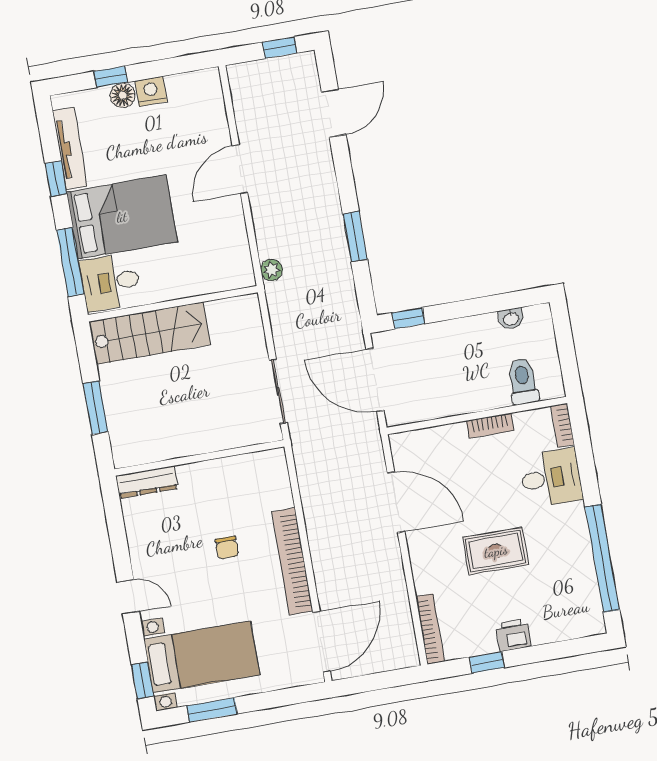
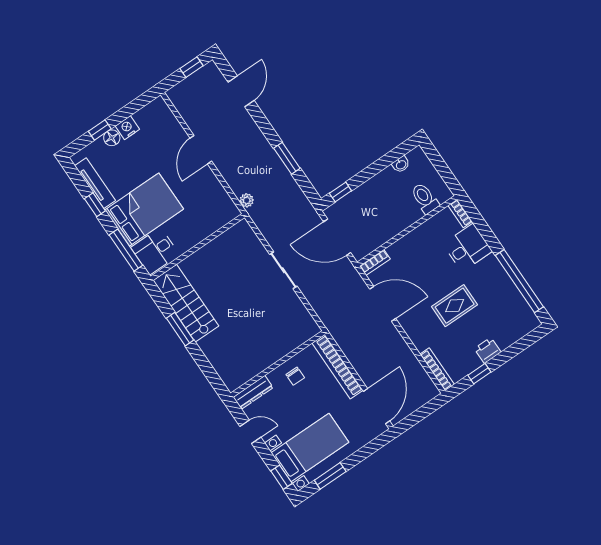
stairs: (150, 333) -> (186, 303), moved, turned -90
bookcase: (490, 426) -> (375, 262), moved
wall: (199, 458) -> (278, 364), moved
dresser: (147, 482) -> (253, 392), moved

